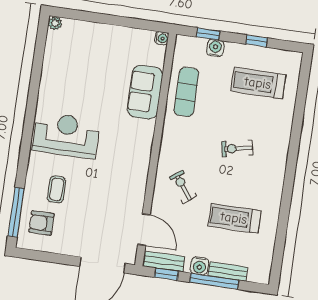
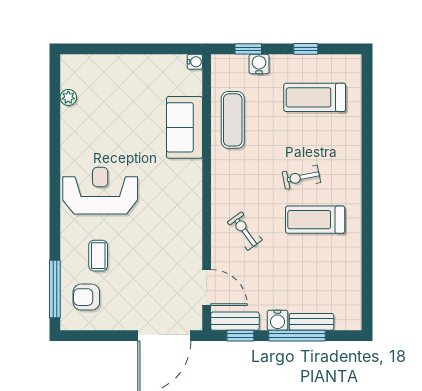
plant: (55, 23) -> (68, 97), moved
treadmill: (234, 218) -> (315, 220), moved

